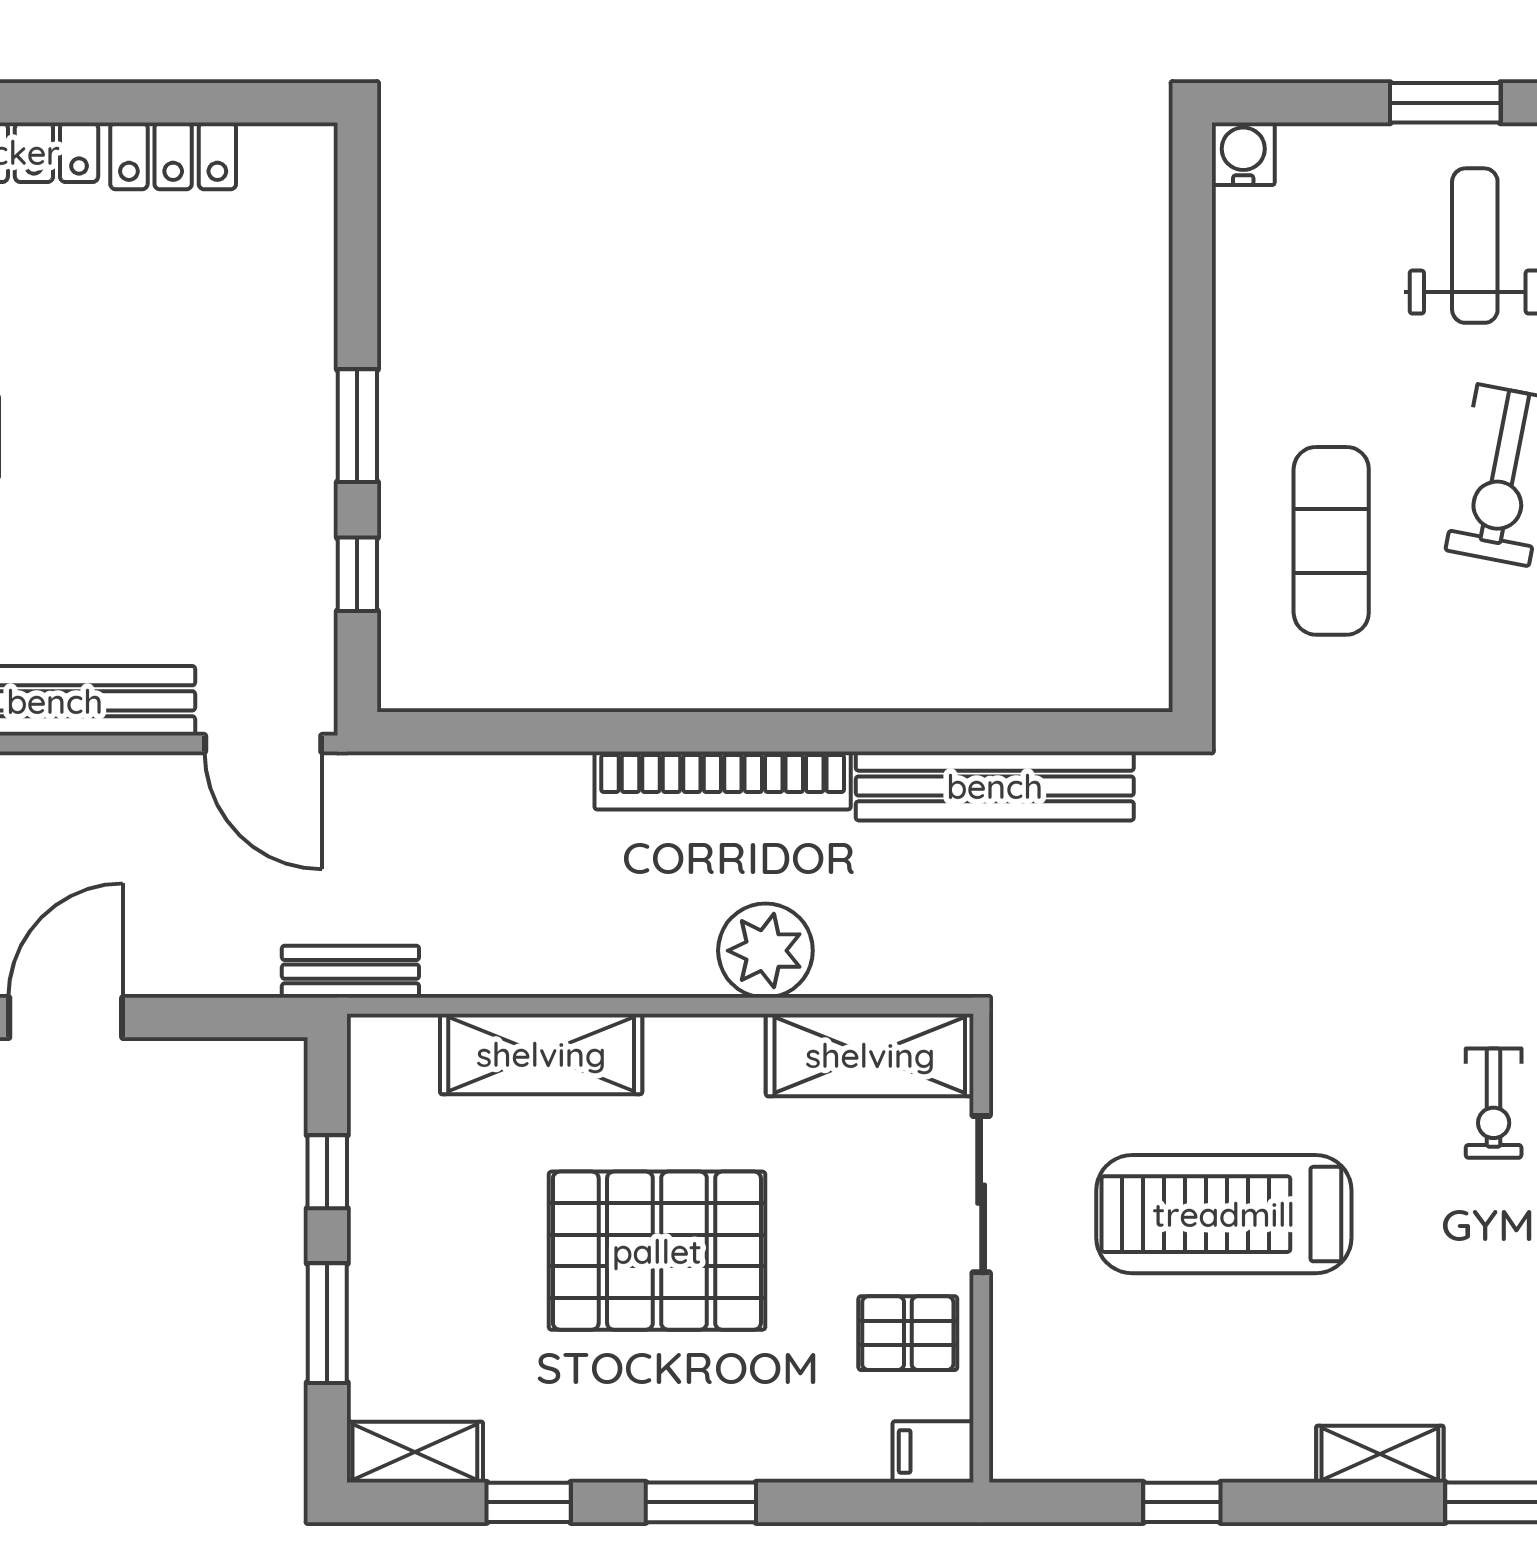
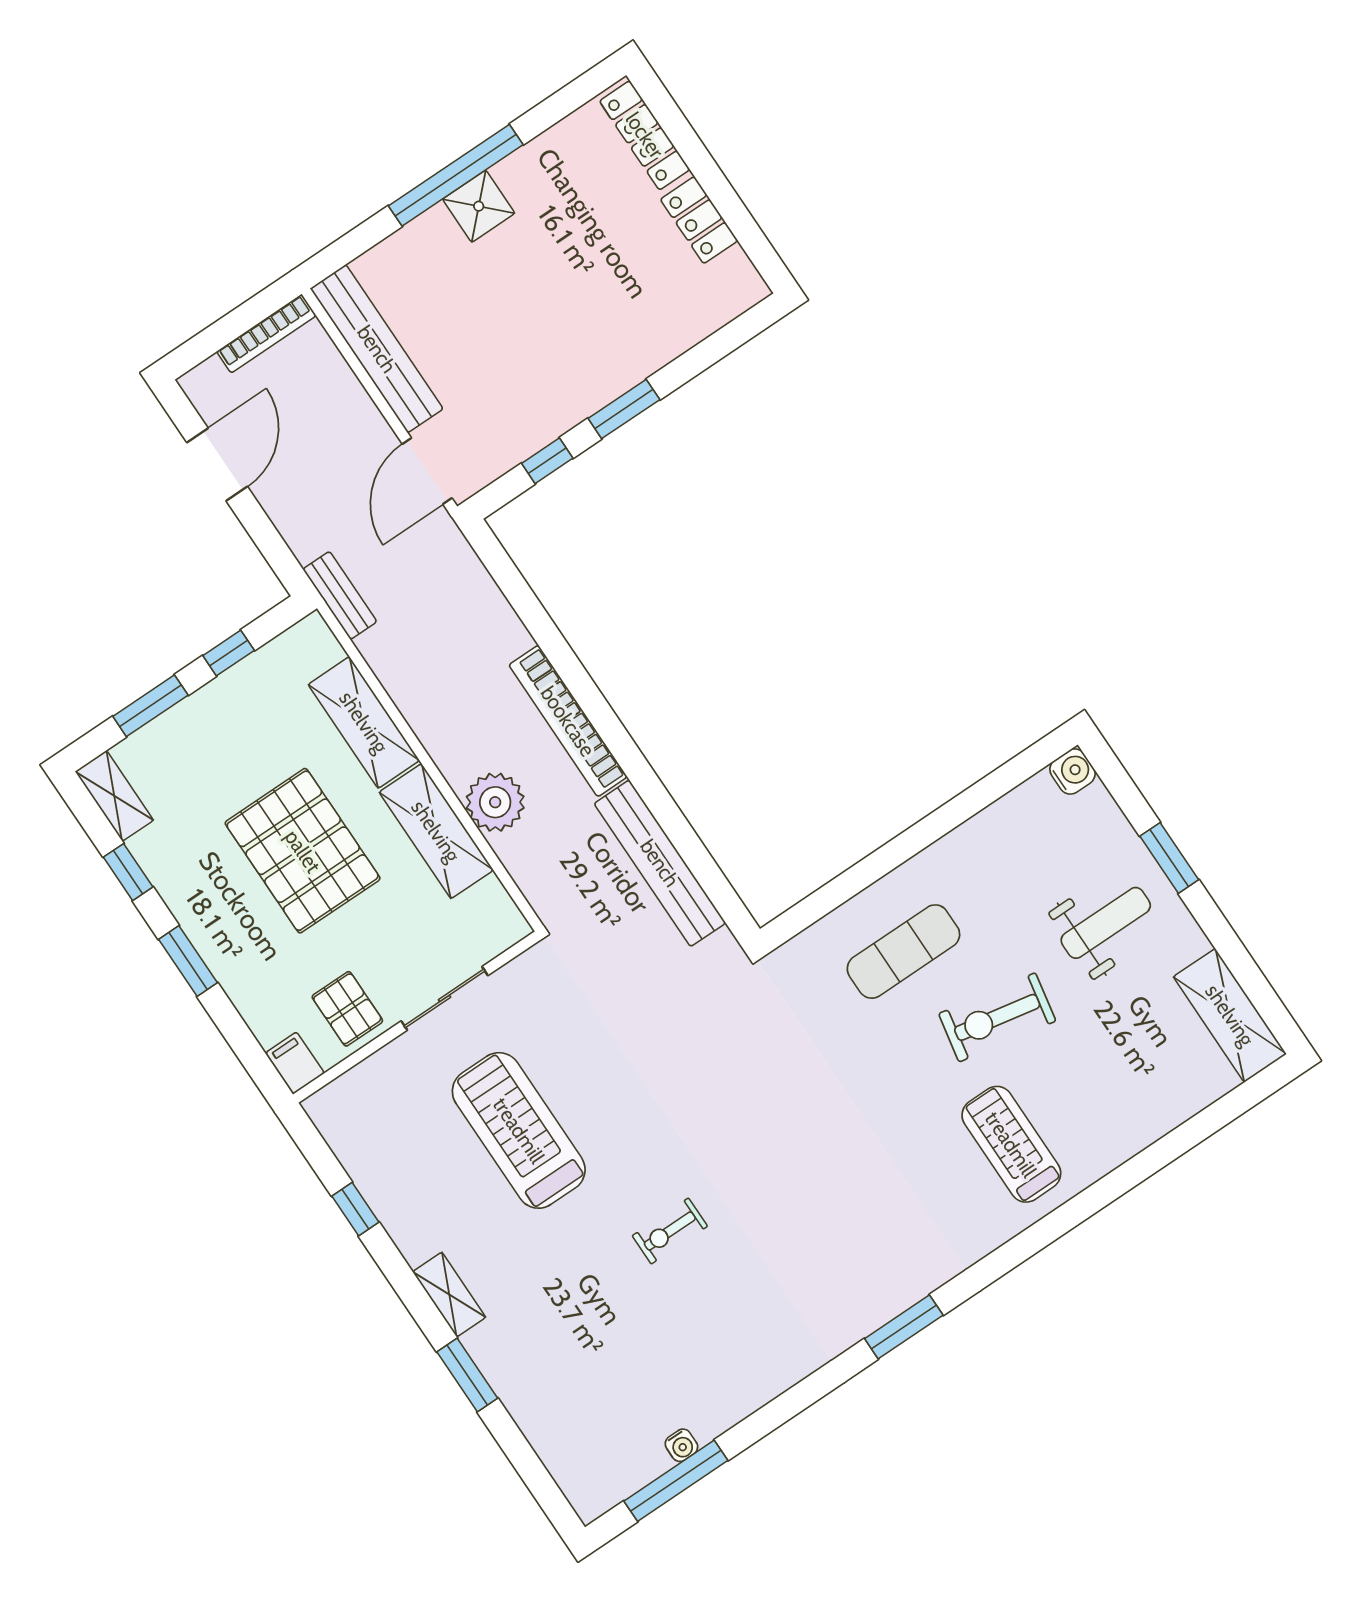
door: (66, 1017) -> (217, 464), hinge flipped
shelving: (870, 1055) -> (436, 831), moved

